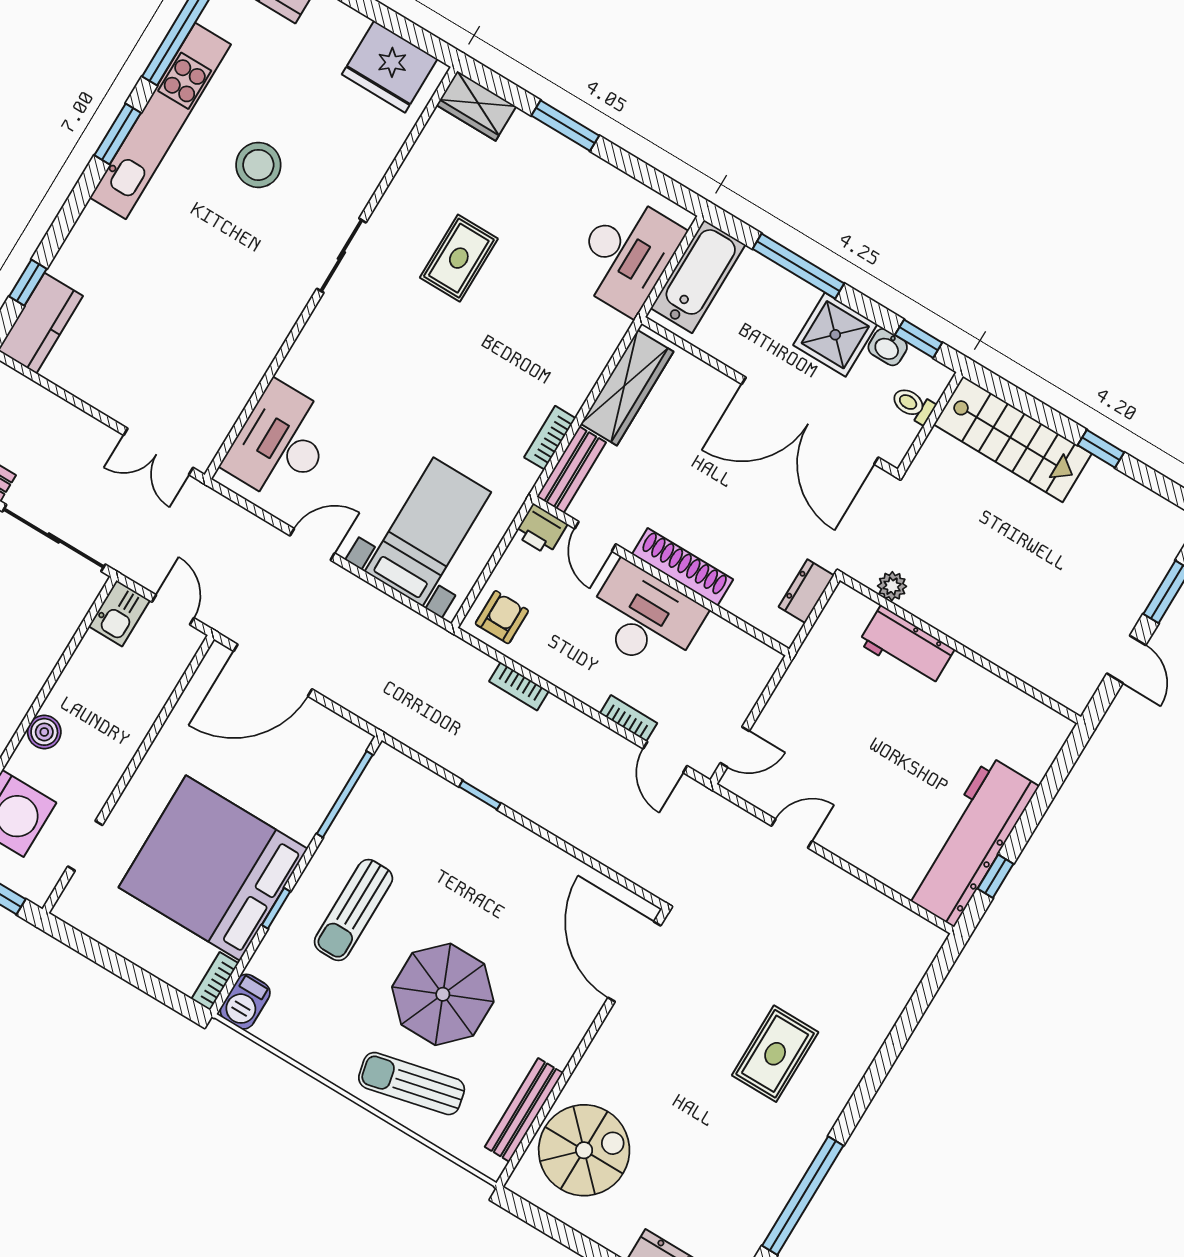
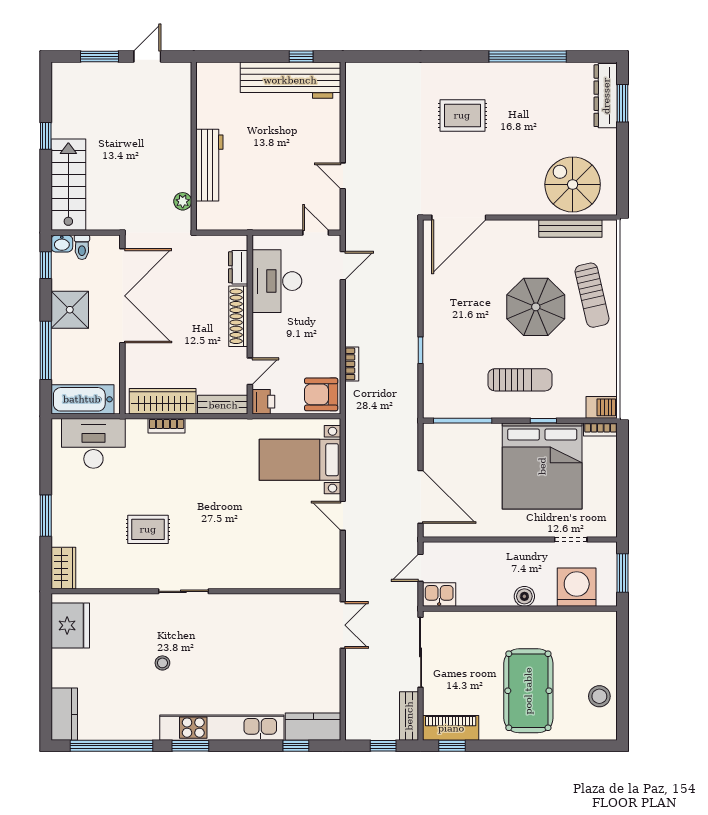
kitchen unit: (160, 121) -> (222, 728), moved
stool: (258, 165) -> (162, 663), width x0.53, depth x0.53
washbasin: (888, 347) -> (62, 243), moved, turned 90
bookcase: (550, 438) -> (167, 426), moved
desk: (281, 443) -> (300, 564), removed
dresser: (806, 591) -> (238, 267), moved, turned 90
armchair: (502, 617) -> (321, 394), width x1.38, depth x1.38
desk: (644, 618) -> (277, 281), moved
workbench: (906, 646) -> (209, 165), width x1.37
bookcase: (629, 718) -> (334, 297), removed

